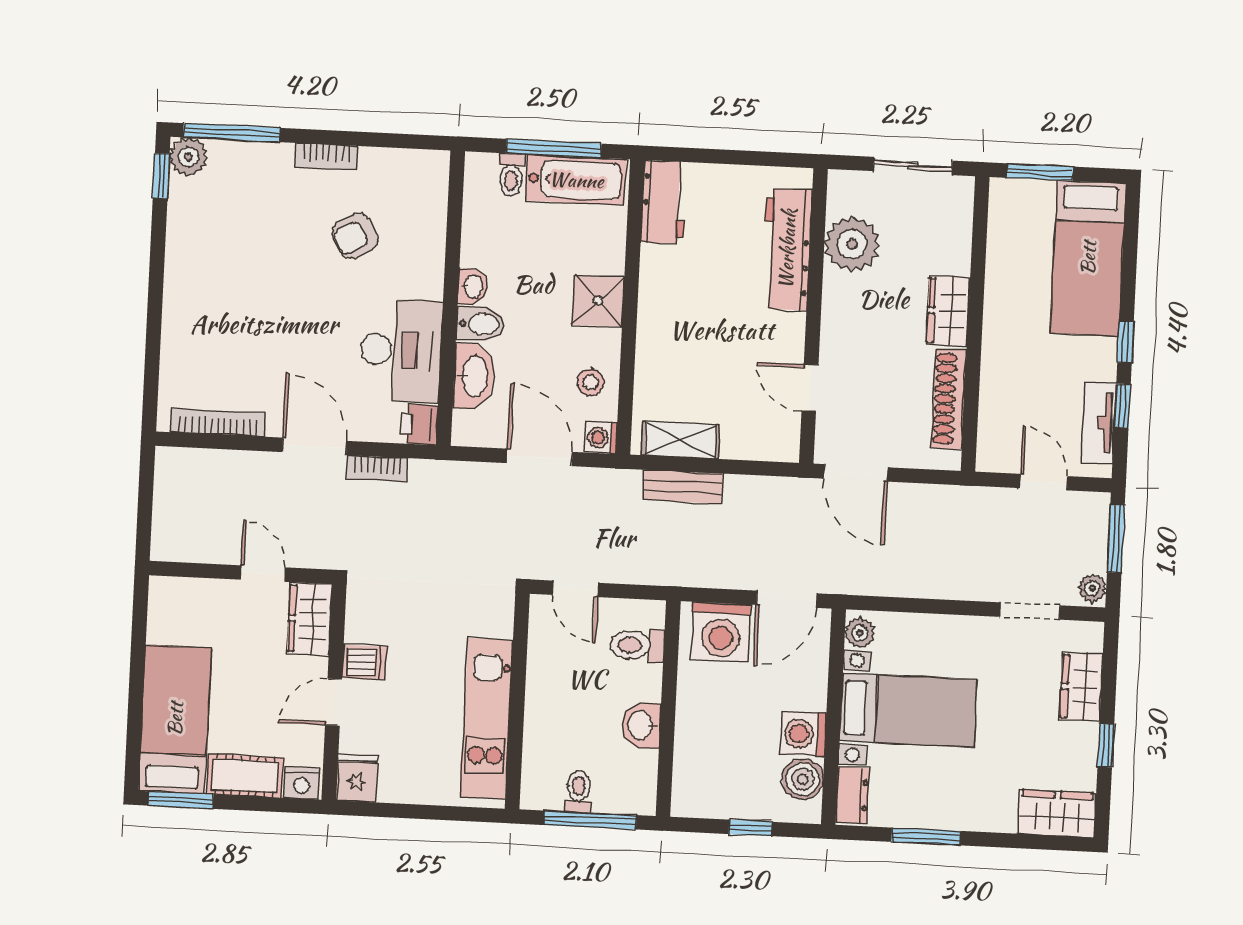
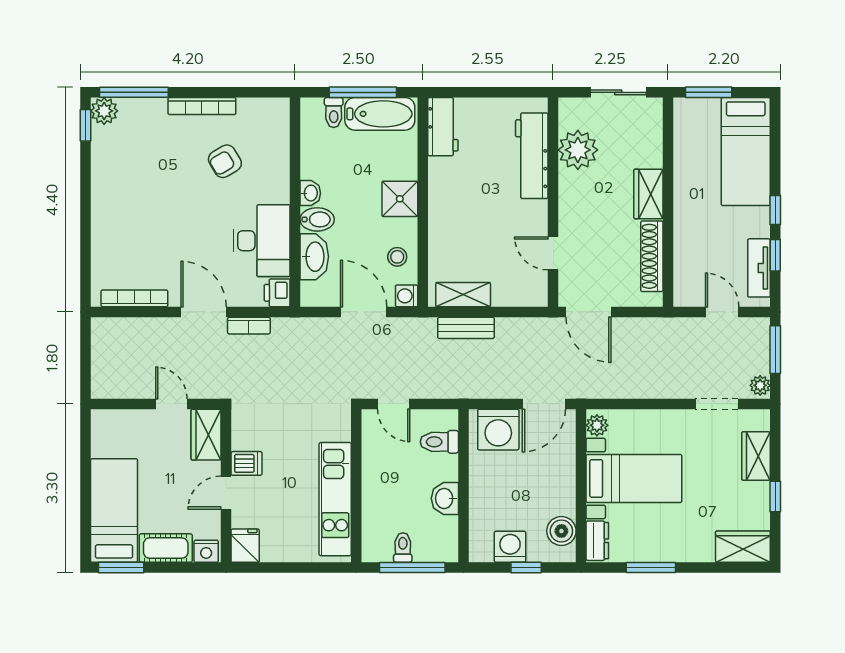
bookcase: (326, 157) -> (202, 106), width x1.56
washing machine: (803, 734) -> (510, 547), moved, turned 90

